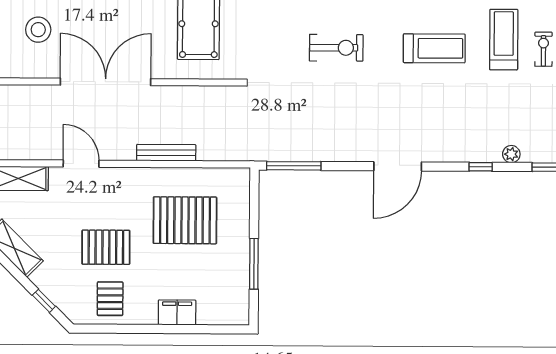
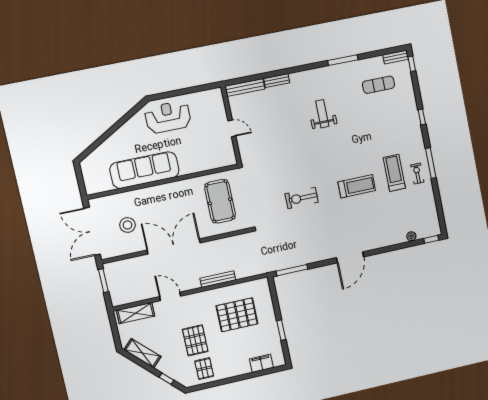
exercise bike: (336, 48) -> (302, 198), turned 180
window: (481, 167) -> (396, 247), removed
pallet: (106, 247) -> (195, 340), turned 90
window: (254, 264) -> (281, 330), width x0.69
filing cabinet: (177, 312) -> (261, 363), moved

